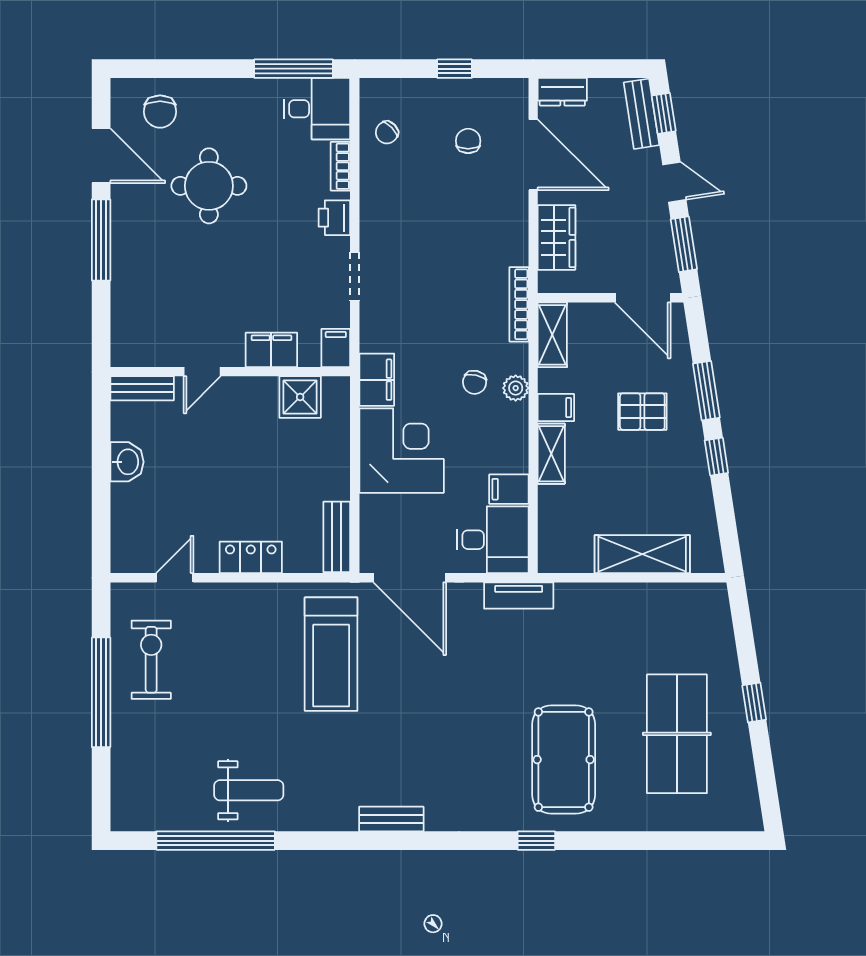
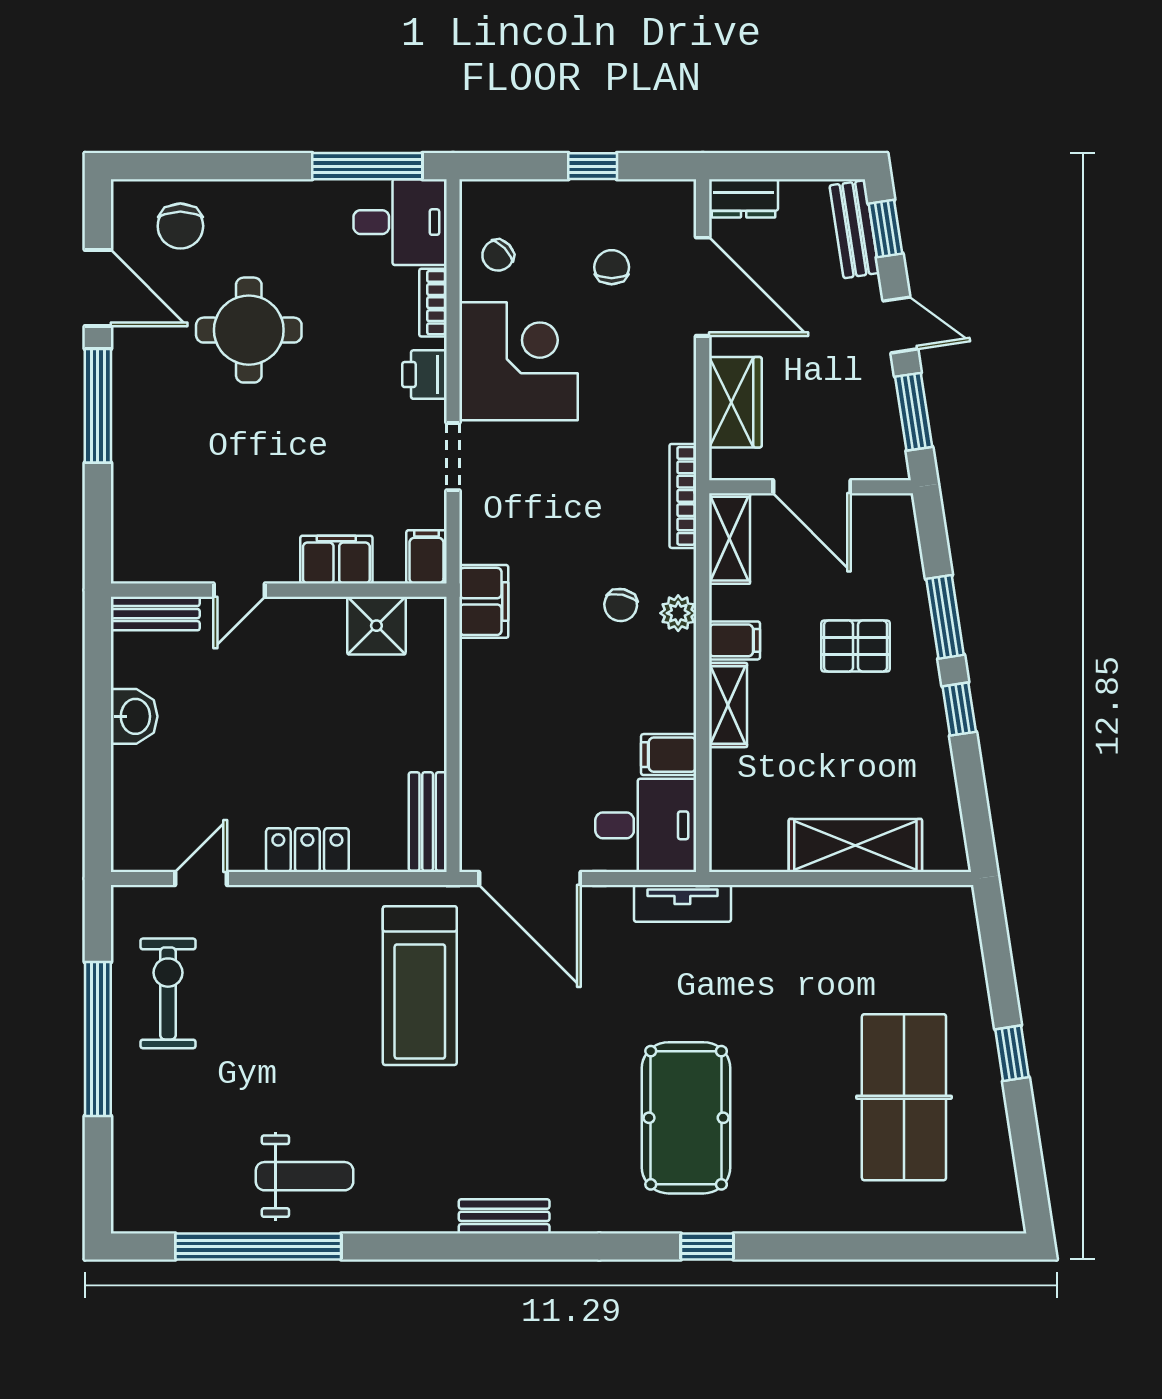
door: (643, 298) -> (812, 487), moved
corner desk: (402, 451) -> (519, 361), moved
pool table: (564, 760) -> (686, 1118), moved

